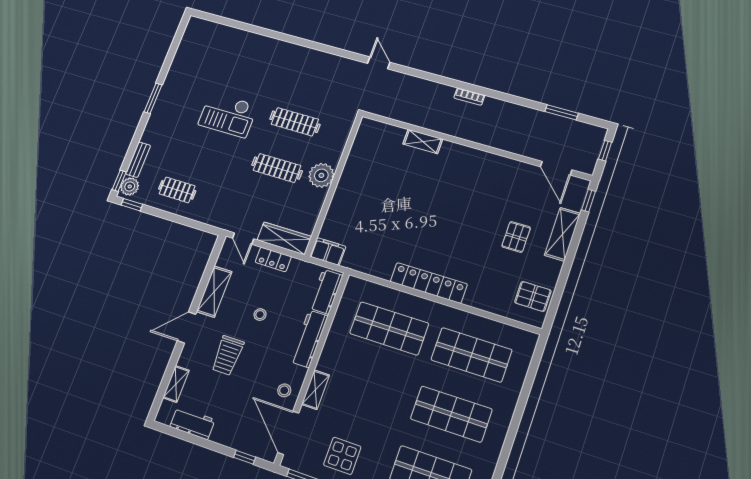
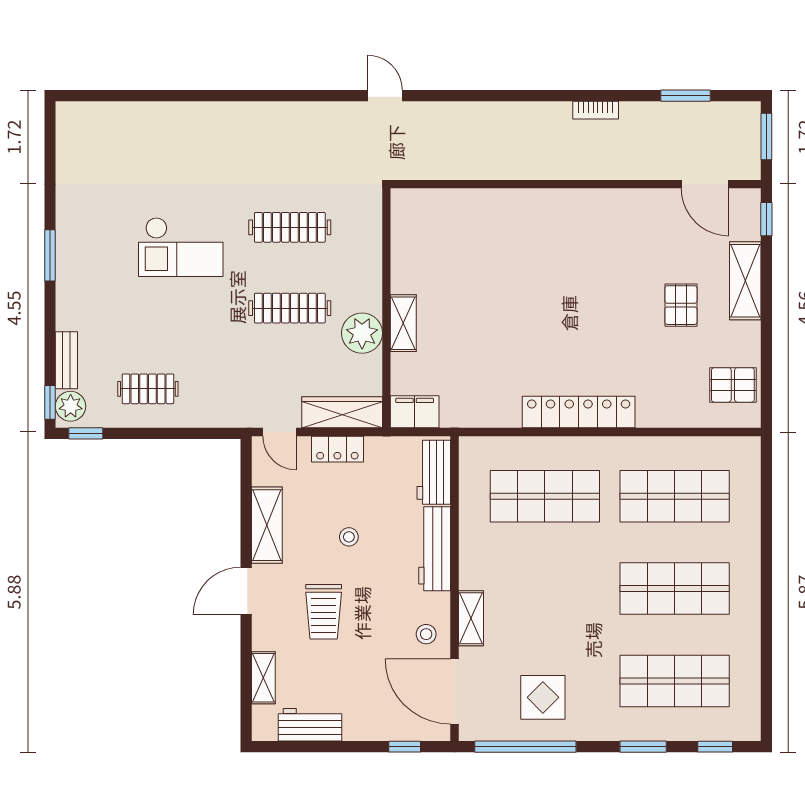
bookcase: (469, 97) -> (596, 110), moved
shelving: (423, 142) -> (403, 323), moved, turned 90
window: (605, 151) -> (766, 136), width x1.50
plant: (321, 175) -> (362, 333), moved

